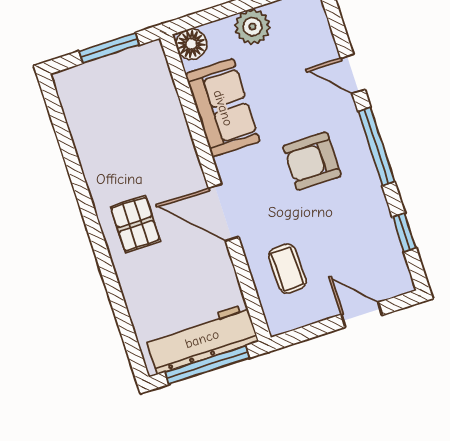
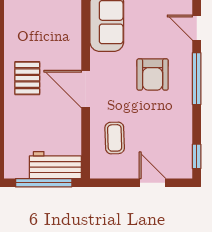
armchair: (312, 161) -> (153, 75), turned -90
window: (404, 232) -> (197, 156), moved
workbench: (202, 339) -> (55, 165), width x0.73

